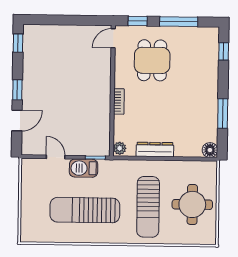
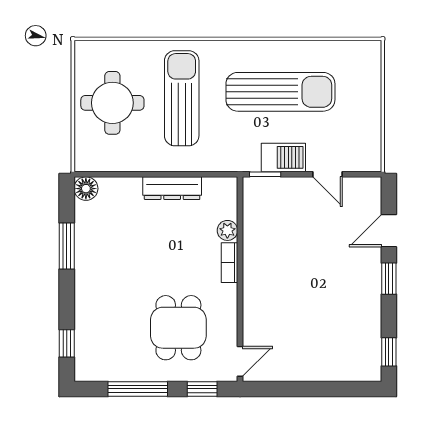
plant: (120, 148) -> (227, 230), moved

